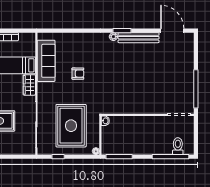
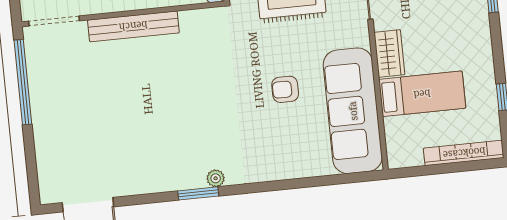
bench: (139, 38) -> (133, 26), moved
sofa: (46, 61) -> (353, 111), width x1.36, depth x1.27

